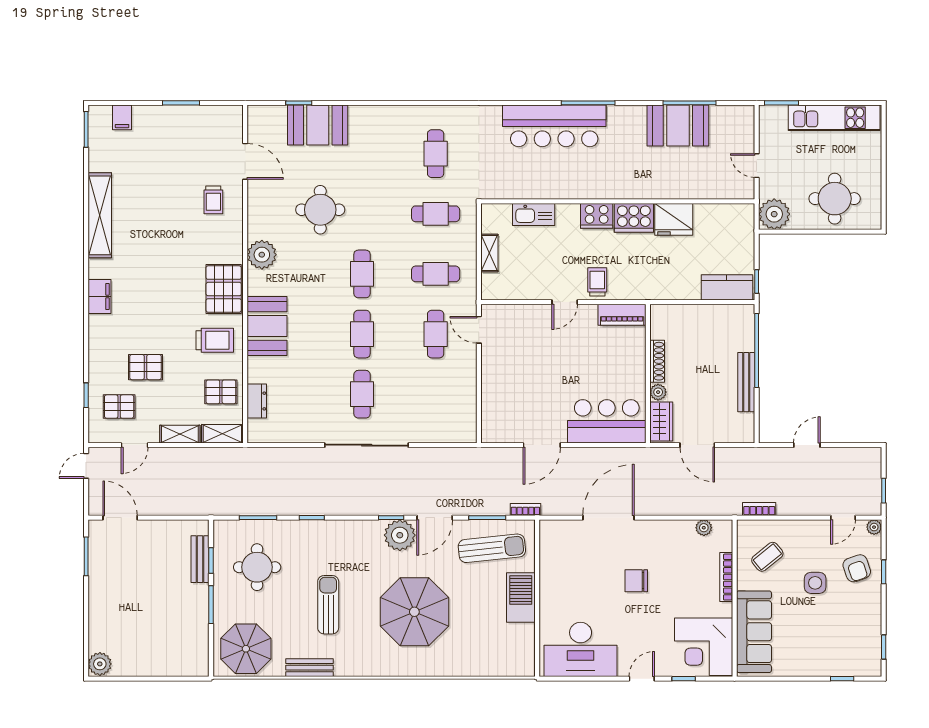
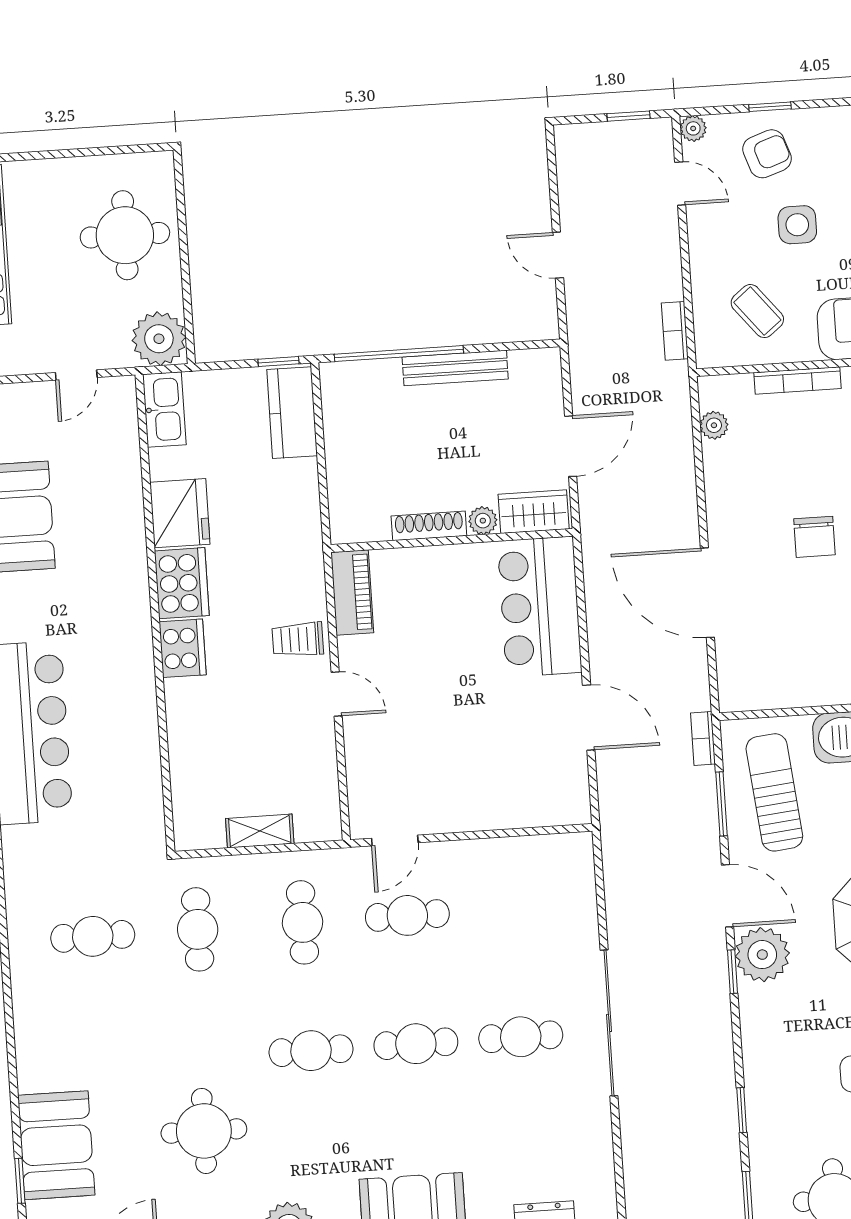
kitchen sink: (534, 215) -> (164, 409), moved

